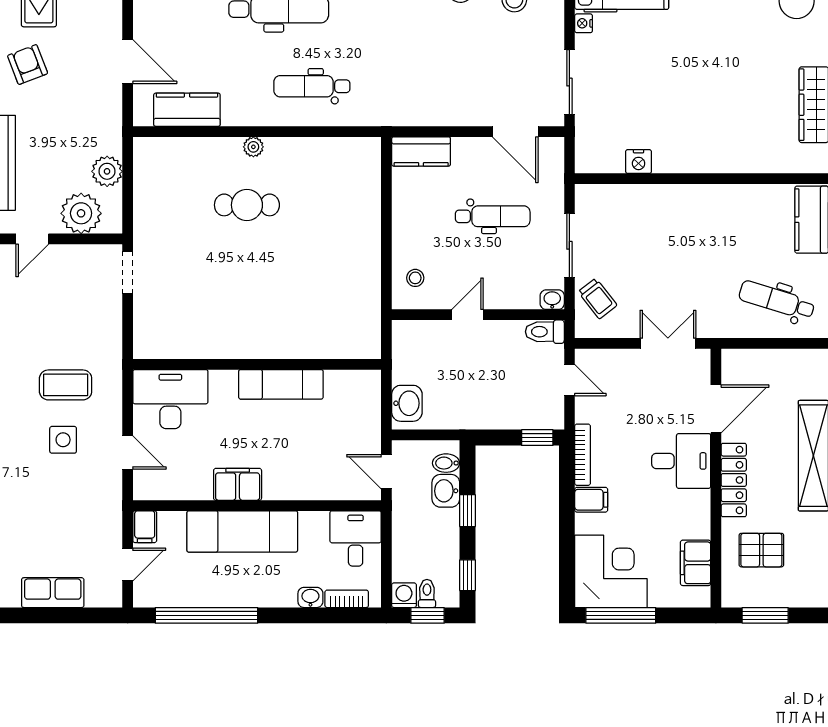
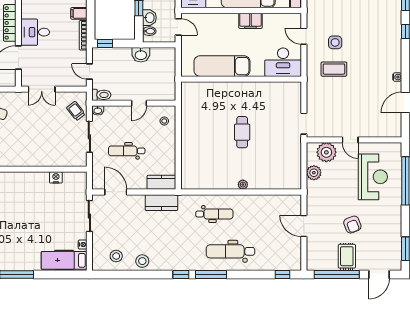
kitchen counter: (187, 110) -> (161, 203), moved
cafe table: (247, 205) -> (242, 132), moved, turned 90
door: (32, 239) -> (350, 140), swing flipped
exam couch: (281, 384) -> (222, 66), width x1.36, depth x1.45
washbasin: (407, 403) -> (141, 55), moved, turned -90

